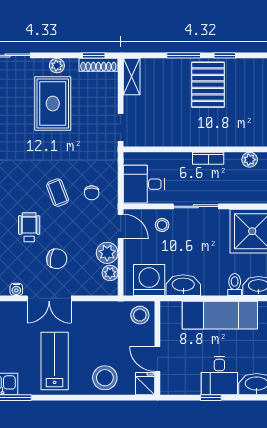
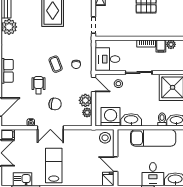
filing cabinet: (233, 162) -> (161, 46), added
stool: (105, 378) -> (84, 175), removed

